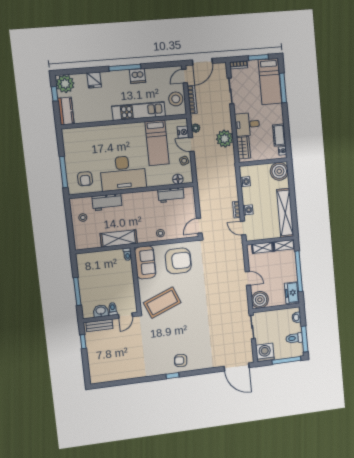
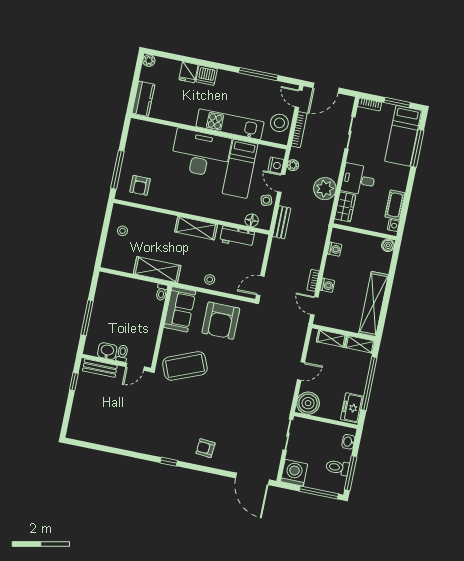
window: (125, 68) -> (258, 74), moved
dishwasher: (137, 76) -> (207, 75), moved
door: (185, 76) -> (299, 99), hinge flipped
plant: (65, 84) -> (149, 61), width x0.53, depth x0.53
window: (55, 94) -> (137, 75), removed
boiler: (279, 171) -> (388, 245), width x0.54, depth x0.54
desk: (123, 173) -> (201, 153), moved, turned 180
bench: (201, 174) -> (282, 222), added
shelving: (138, 198) -> (196, 228), added
workbench: (107, 202) -> (157, 221), removed
armchair: (178, 261) -> (221, 321), turned 90
door: (248, 278) -> (301, 371), hinge flipped
armchair: (181, 360) -> (205, 448), moved

